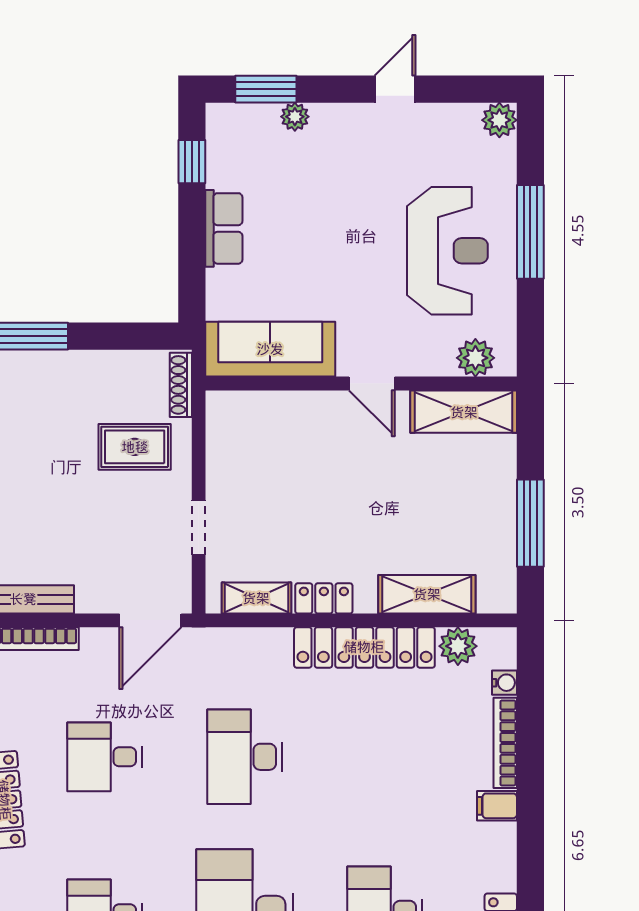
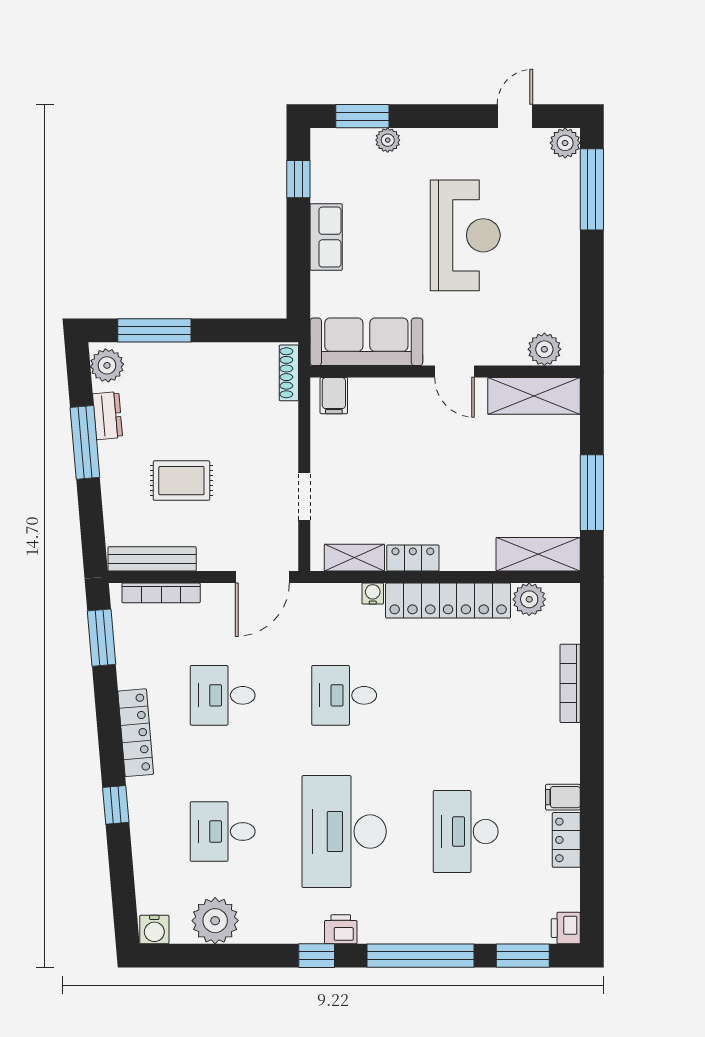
door: (395, 89) -> (515, 116), moved
window: (530, 232) -> (592, 189), moved
reception desk: (447, 251) -> (465, 235), moved
filing cabinet: (233, 411) -> (334, 396), added
rug: (135, 447) -> (181, 481), moved
shelving: (427, 594) -> (538, 554), moved
water cooler: (504, 683) -> (373, 594), moved, turned -90
desk: (245, 757) -> (344, 695), width x0.73
filing cabinet: (497, 806) -> (563, 797), moved

